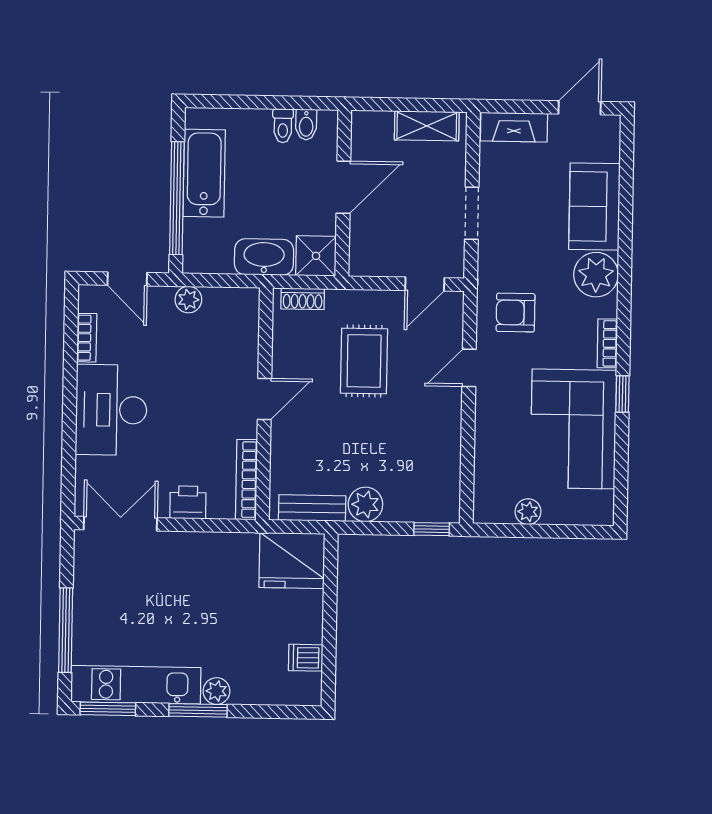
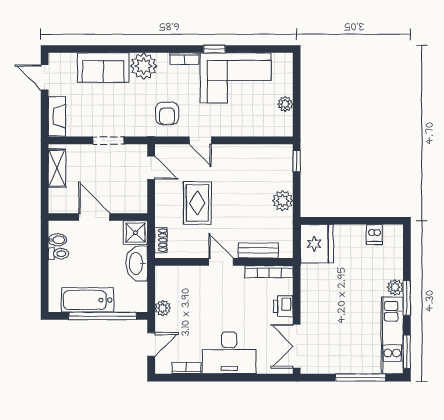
rug: (364, 361) -> (197, 203), turned 90
bench: (312, 508) -> (258, 250), moved, turned 90

